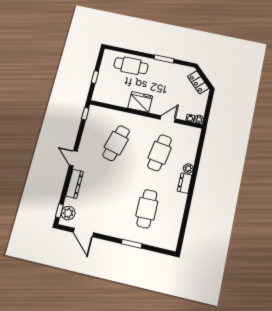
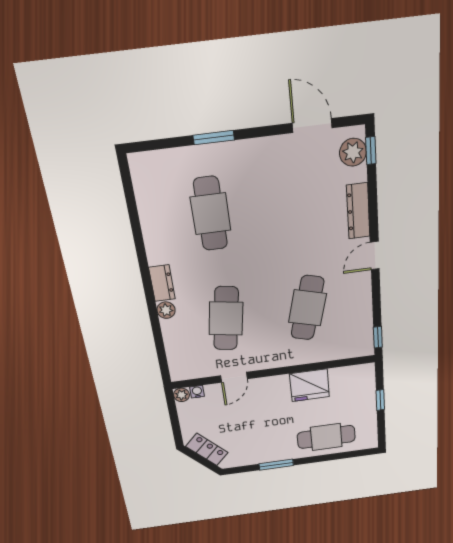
fridge: (140, 102) -> (310, 385), moved
door: (73, 158) -> (375, 256), swing flipped

